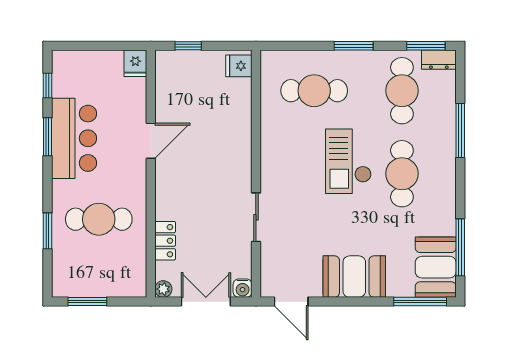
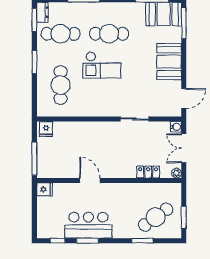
window: (188, 46) -> (34, 159), width x2.17
cafe table: (99, 219) -> (156, 217), moved, turned 54

